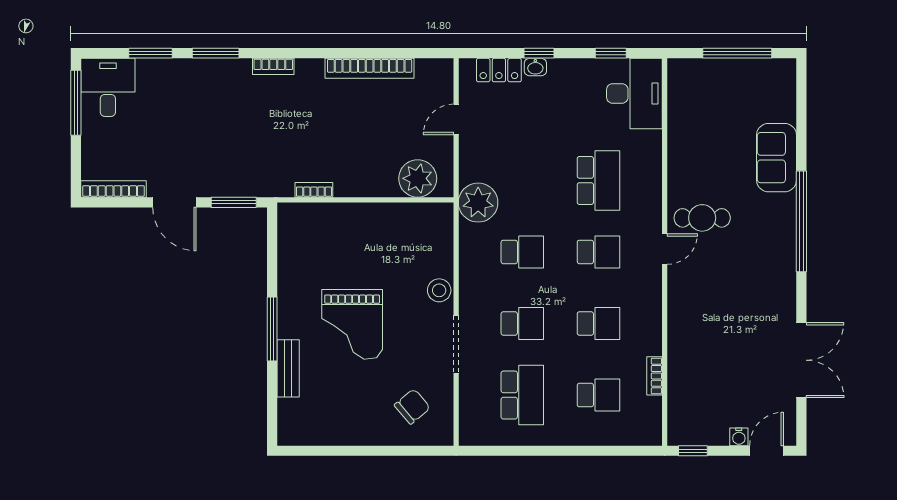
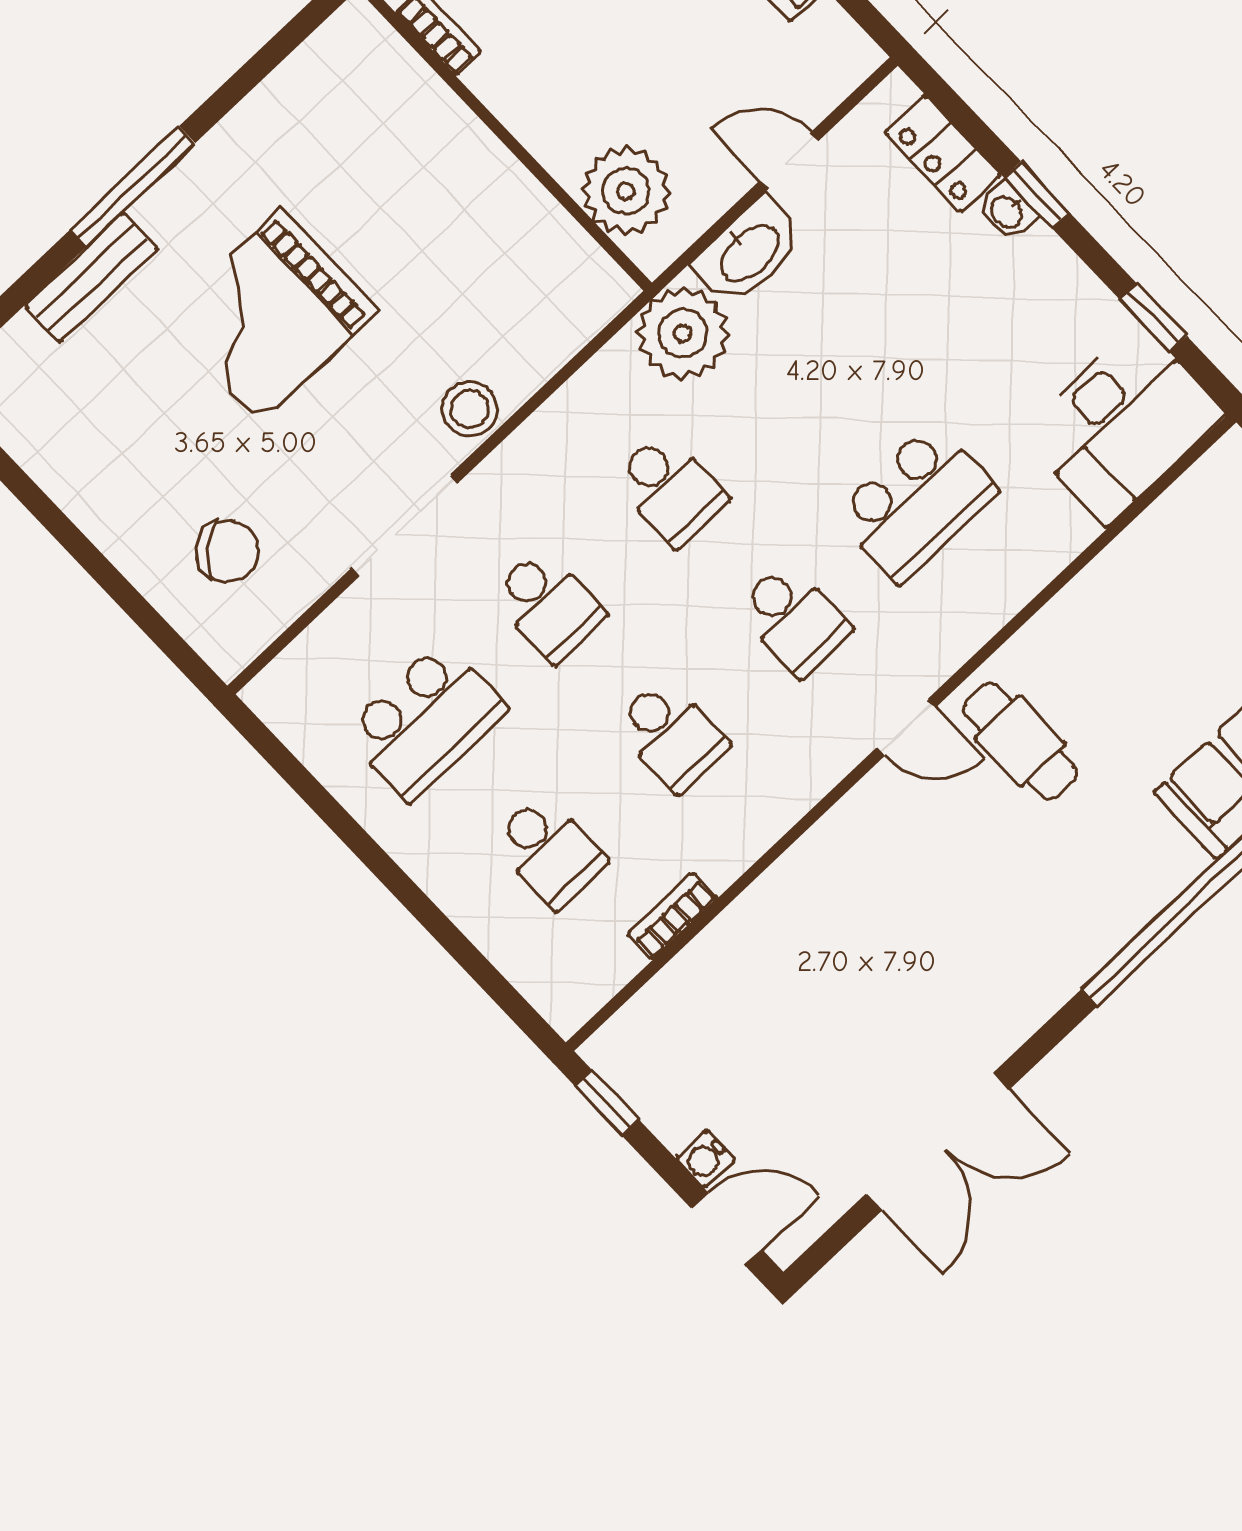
washbasin: (472, 158) -> (749, 252), added

